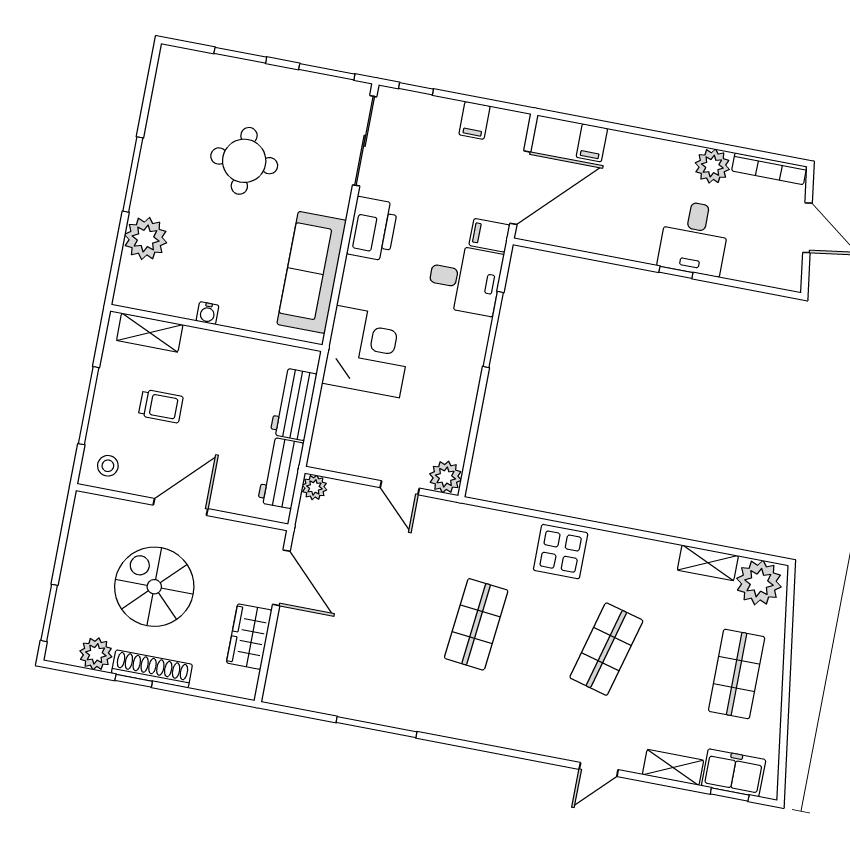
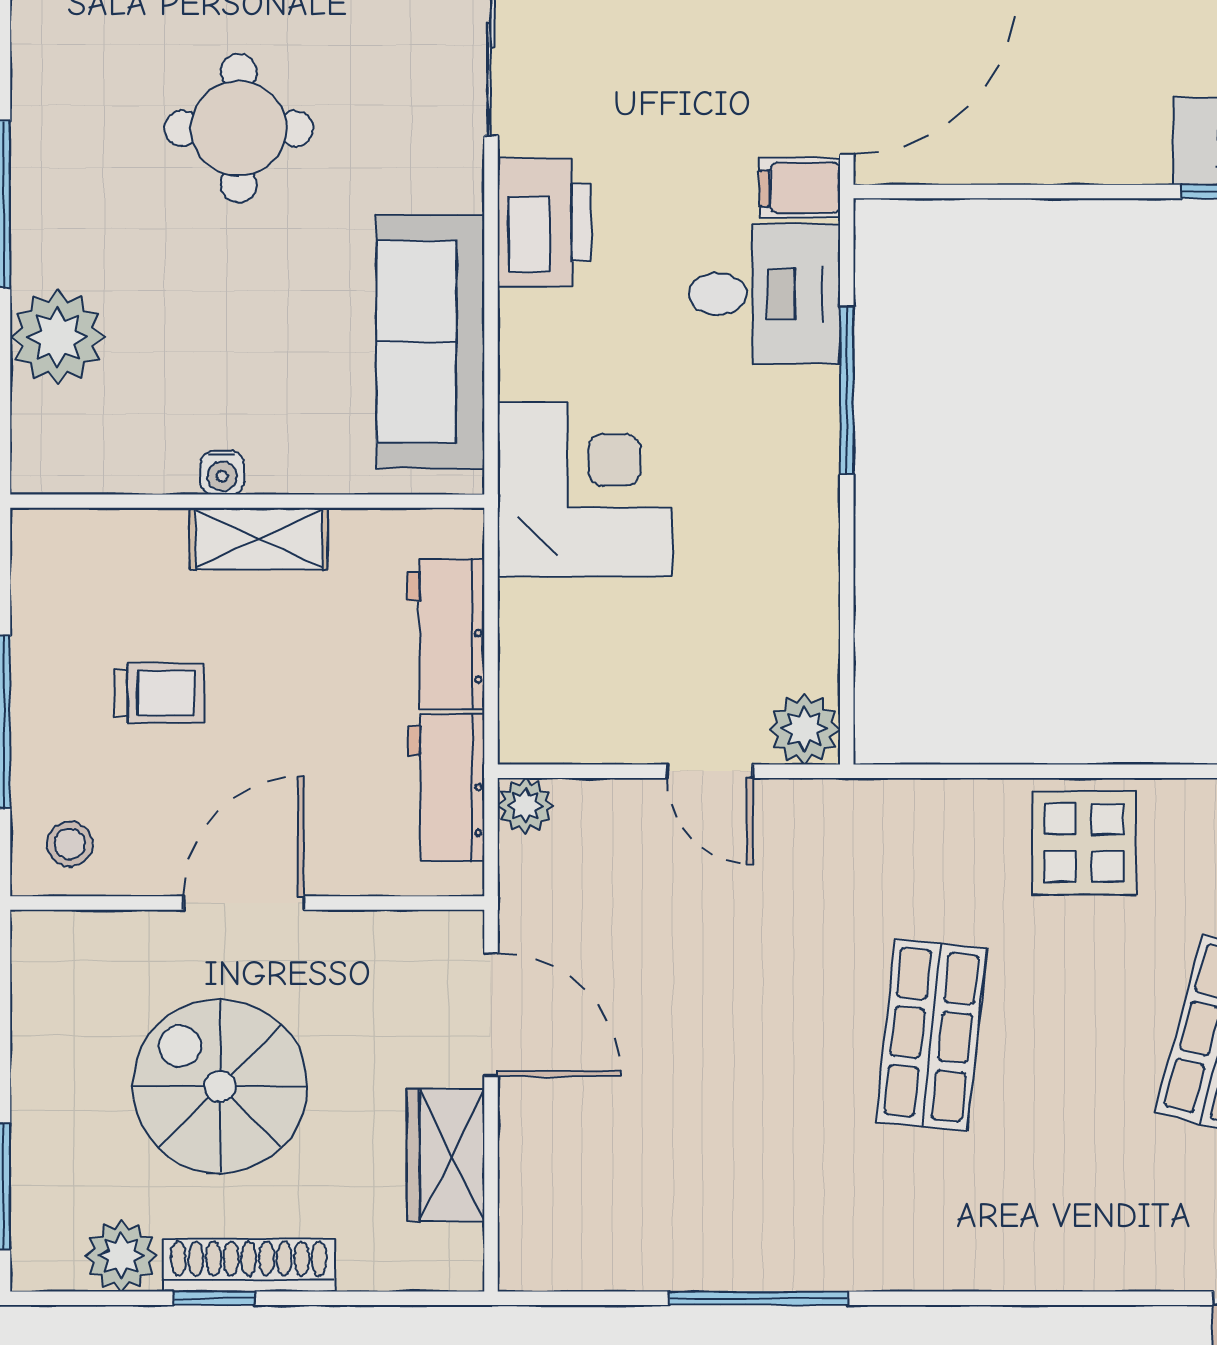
shelving: (150, 333) -> (259, 539), moved

